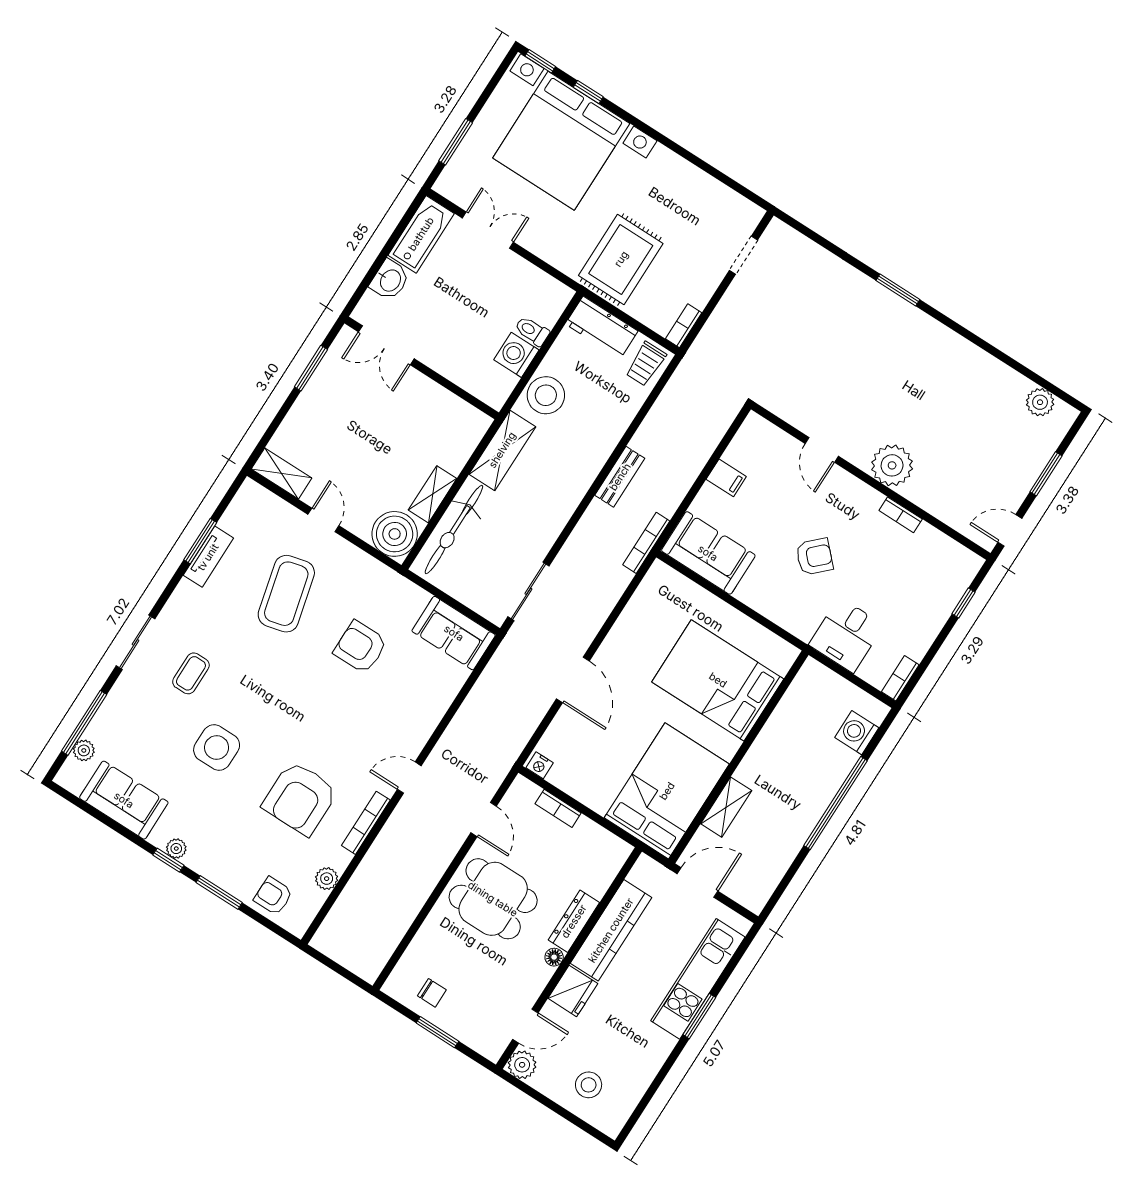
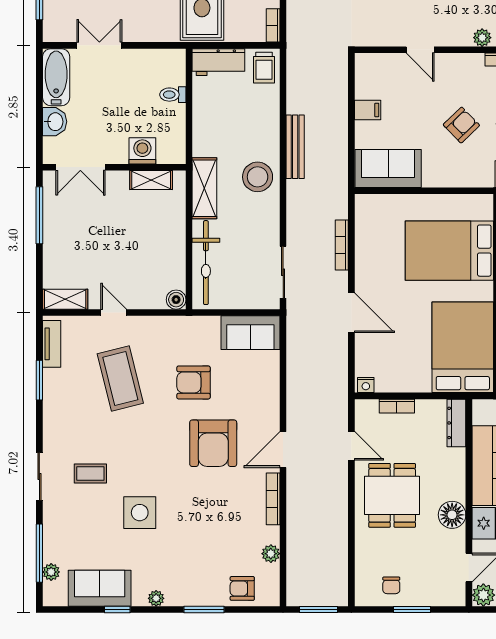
washing machine: (516, 355) -> (142, 151), moved, turned 90
window: (311, 368) -> (39, 215), width x1.44
stool: (546, 395) -> (258, 177), moved
plant: (892, 465) -> (482, 38), width x0.53, depth x0.53
bench: (620, 477) -> (295, 147), width x1.36
shelving: (433, 494) -> (151, 180), moved, turned 90
boiler: (395, 534) -> (176, 300), width x0.54, depth x0.54
bookcase: (646, 543) -> (342, 245), moved
tv unit: (208, 557) -> (52, 344), moved
coffee table: (191, 673) -> (90, 474), turned 90
door: (409, 778) -> (283, 450), width x1.38
armchair: (300, 798) -> (213, 443), moved
window: (168, 860) -> (117, 610), moved
dining table: (493, 899) -> (392, 495), turned 90
dresser: (574, 921) -> (456, 423), moved
floor lamp: (554, 957) -> (452, 515), width x1.89, depth x1.89
window: (339, 969) -> (319, 610), added
chair: (432, 993) -> (391, 585), turned 90

